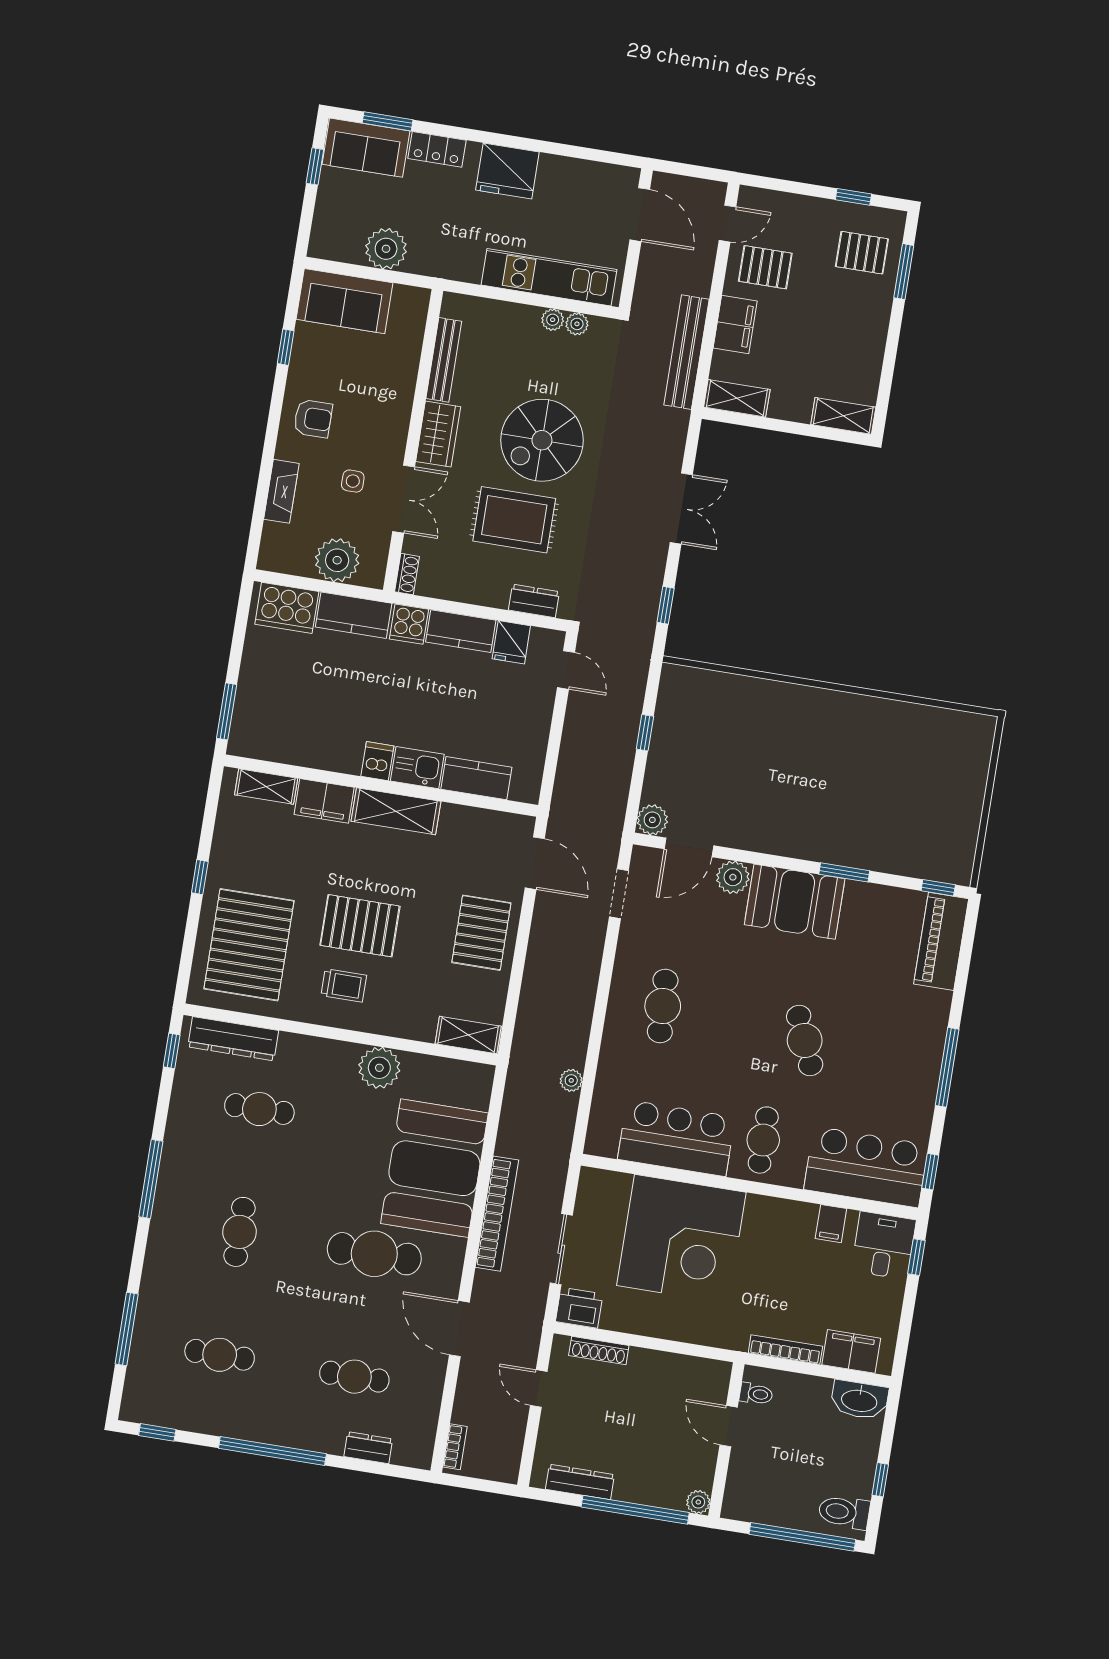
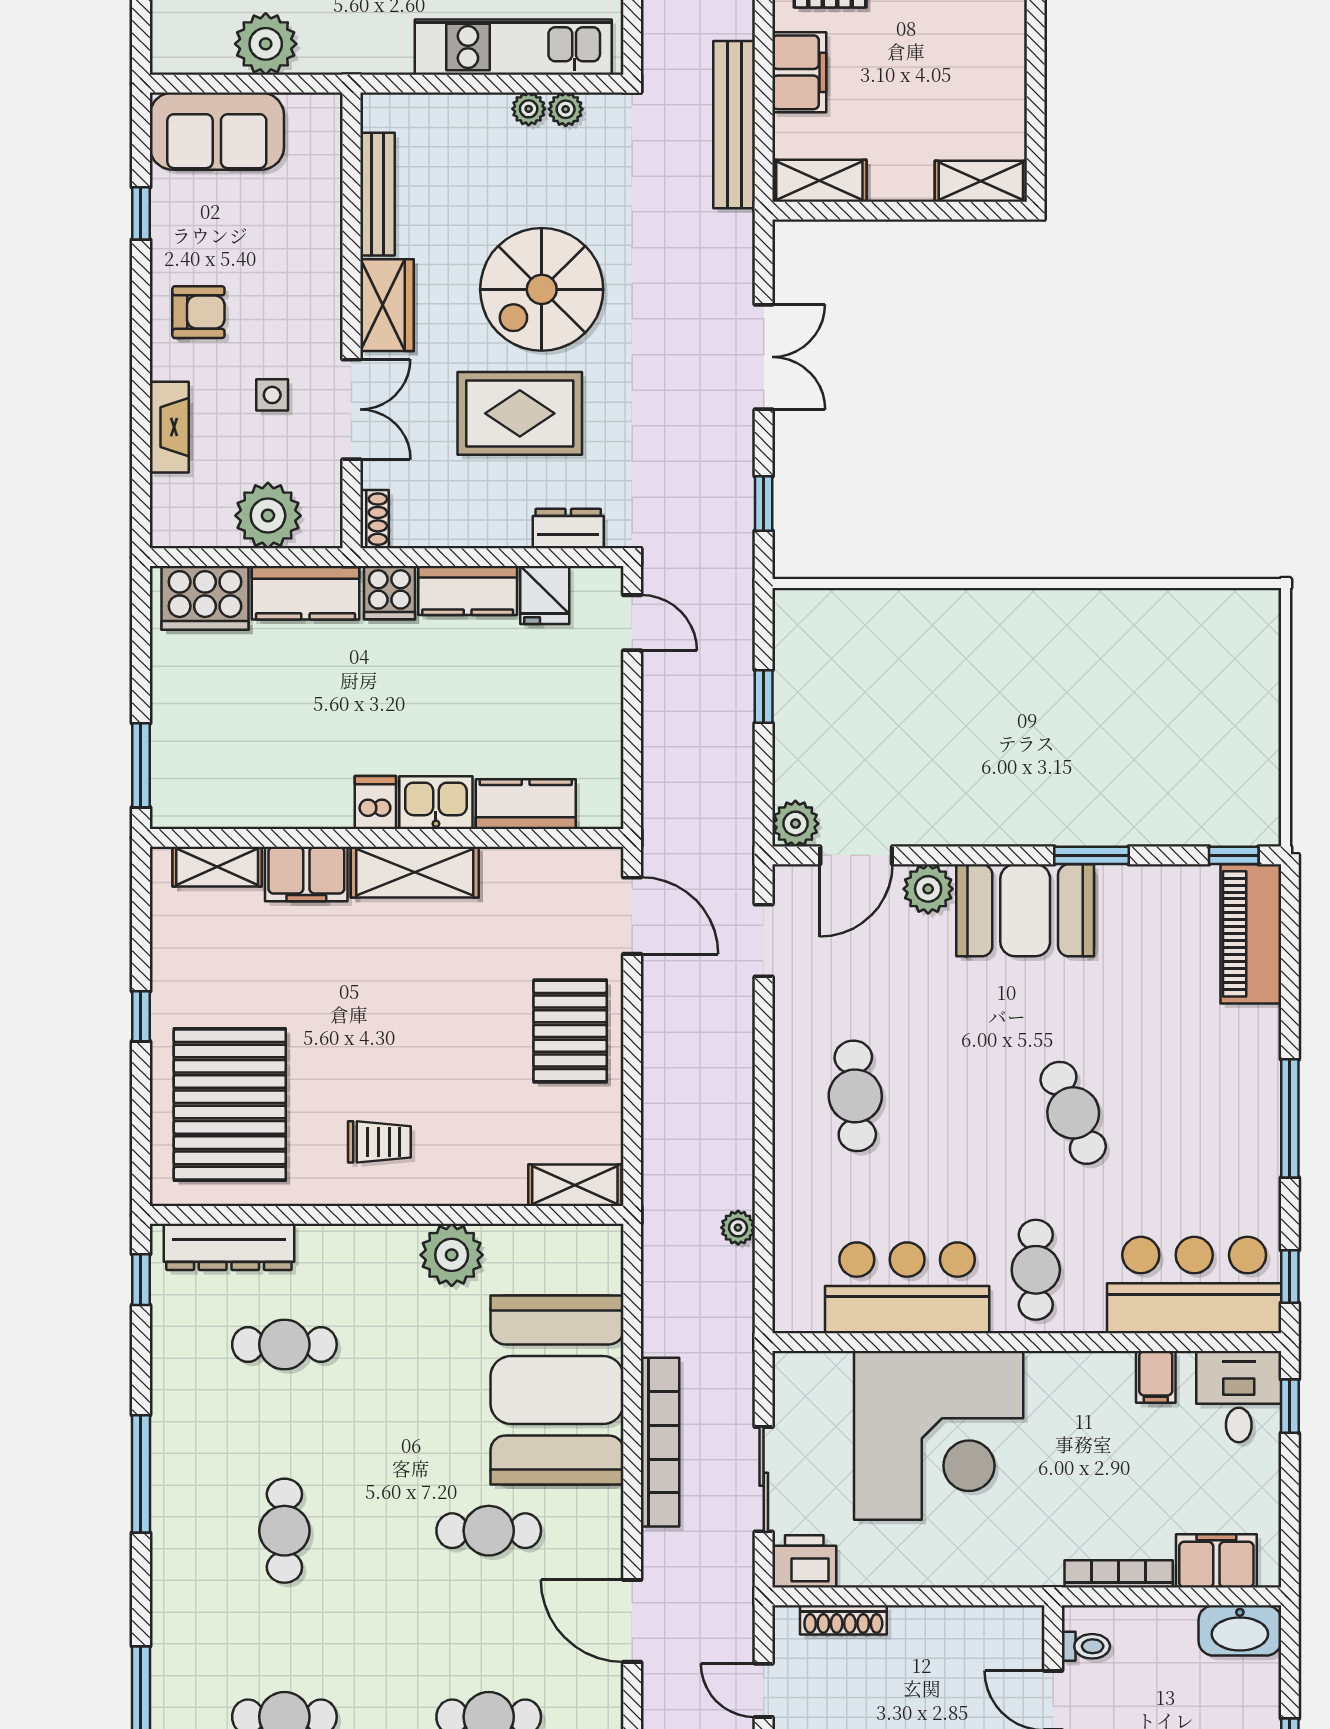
pallet: (360, 926) -> (389, 1050), removed
cafe table: (374, 1254) -> (489, 1531), width x0.73, depth x0.74

